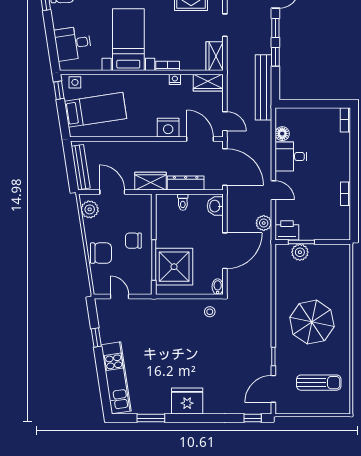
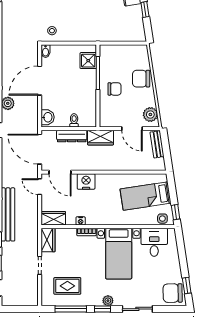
desk: (73, 43) -> (154, 242), moved, turned -81
bench: (81, 167) -> (157, 144), width x0.73
shower: (174, 267) -> (88, 61), width x0.54, depth x0.54
door: (120, 296) -> (126, 43), removed

